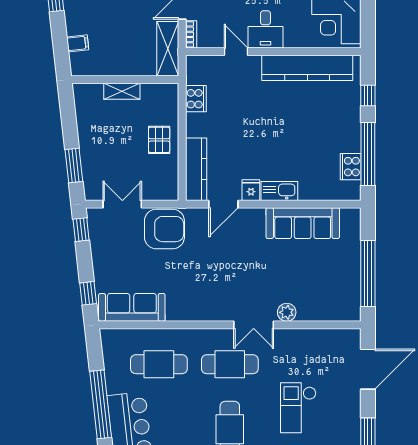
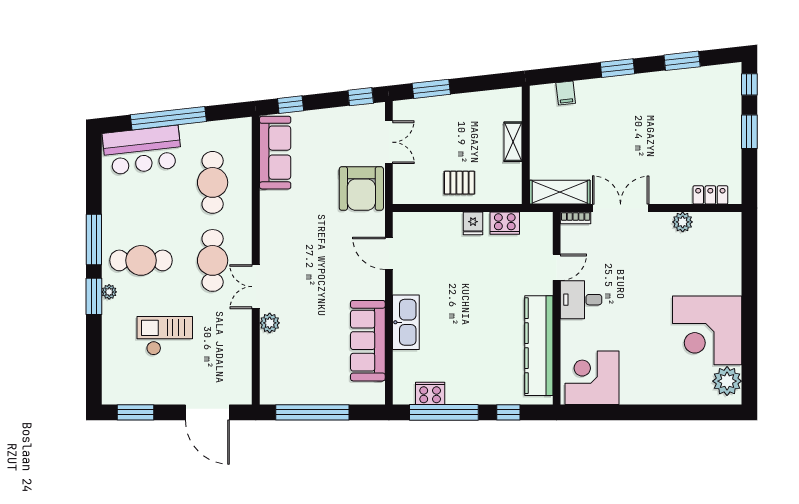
kitchen counter: (196, 169) -> (427, 223), removed
fridge: (251, 190) -> (473, 223), moved, turned 90
kitchen sink: (279, 191) -> (406, 322), width x1.36, depth x1.24

